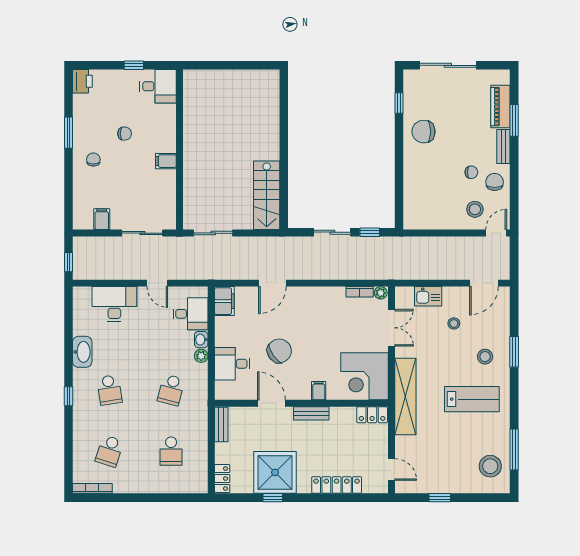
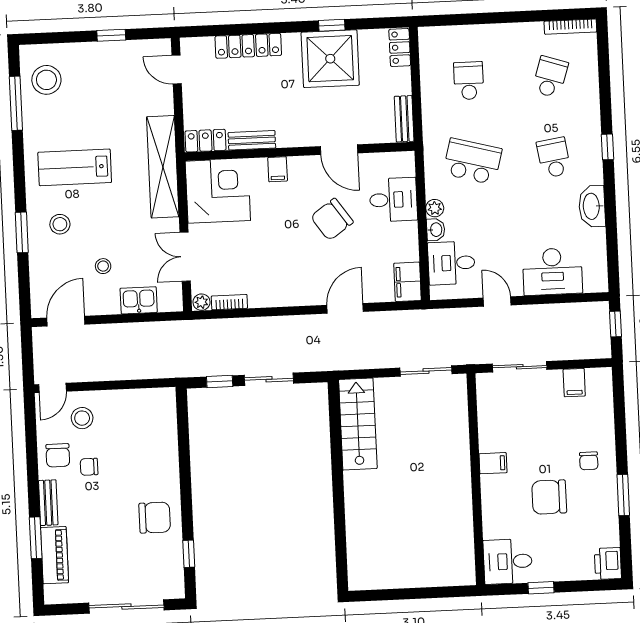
chair: (125, 134) -> (549, 497), width x1.87, depth x1.87
school desk: (171, 390) -> (472, 161), width x1.85
bench: (311, 413) -> (252, 140), moved

